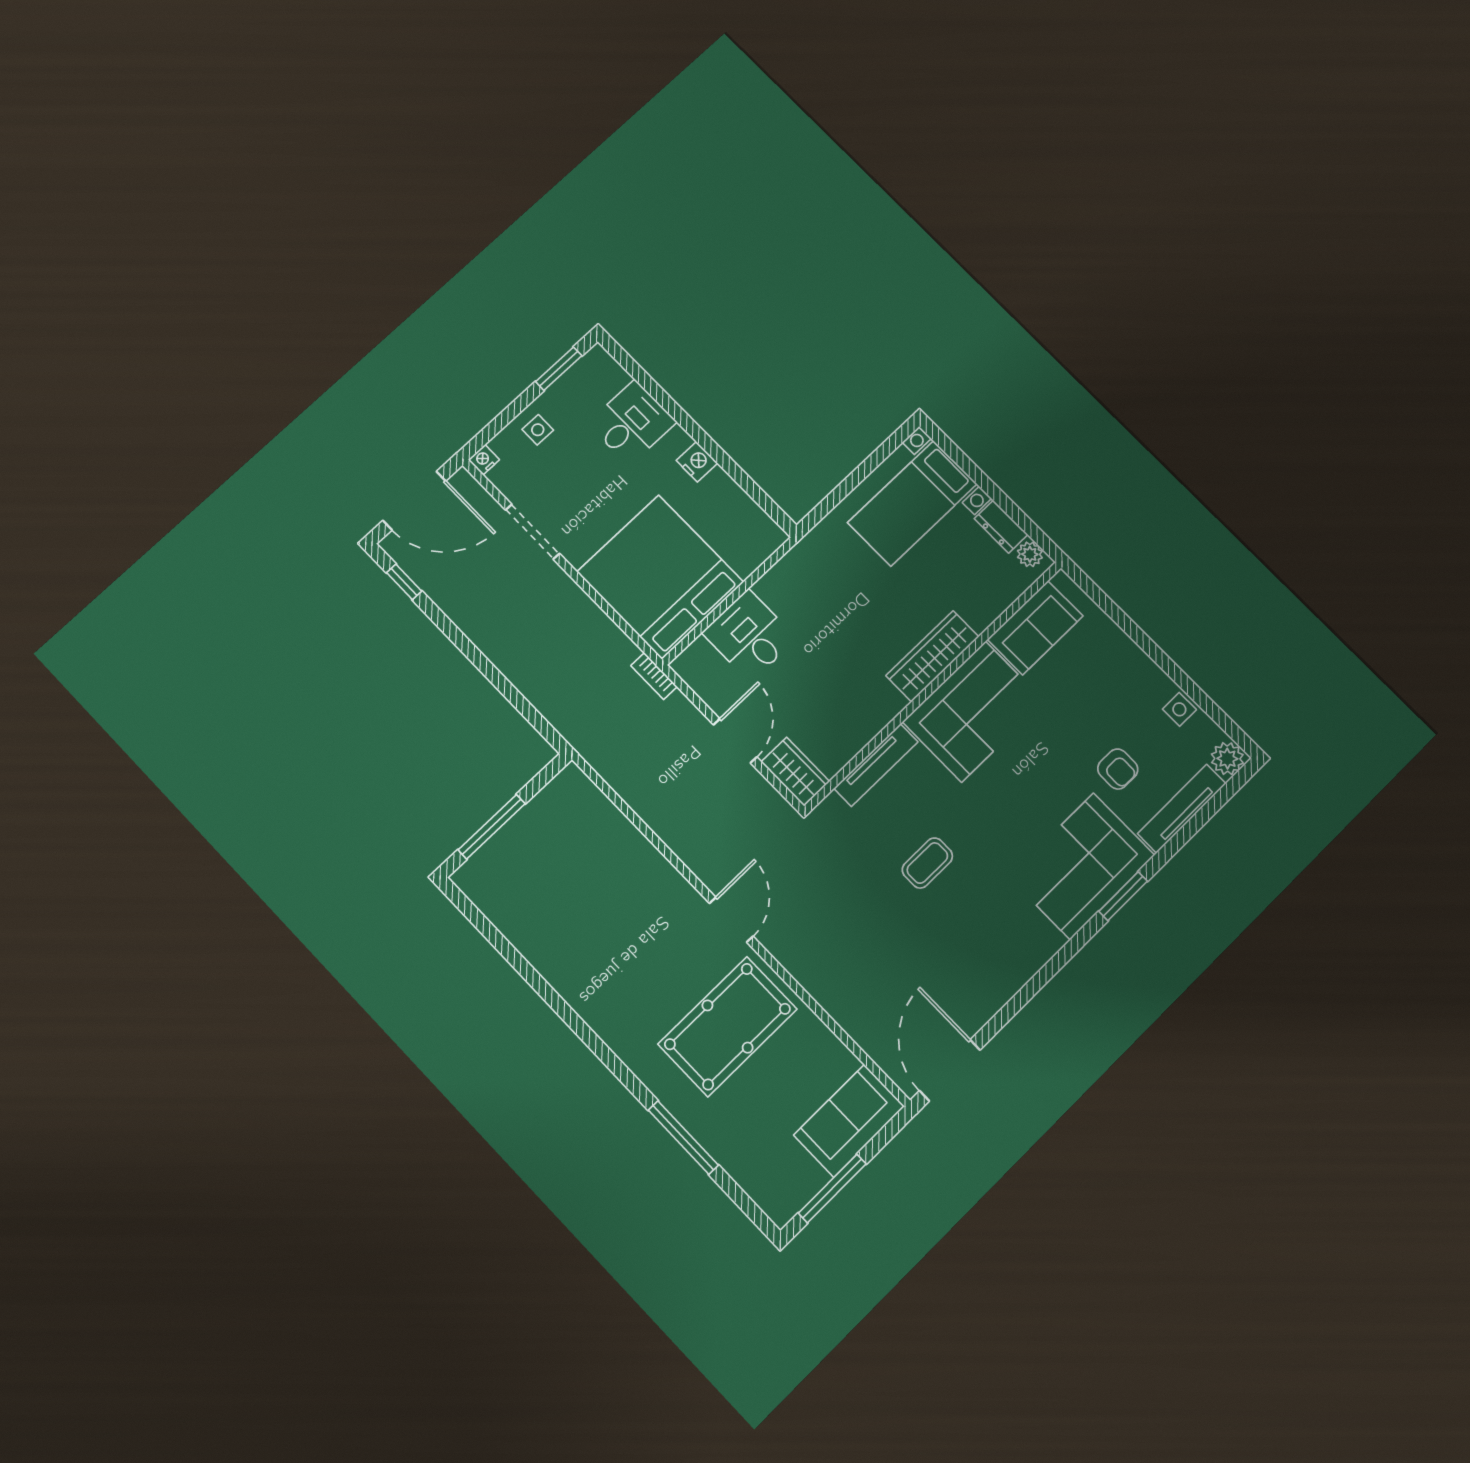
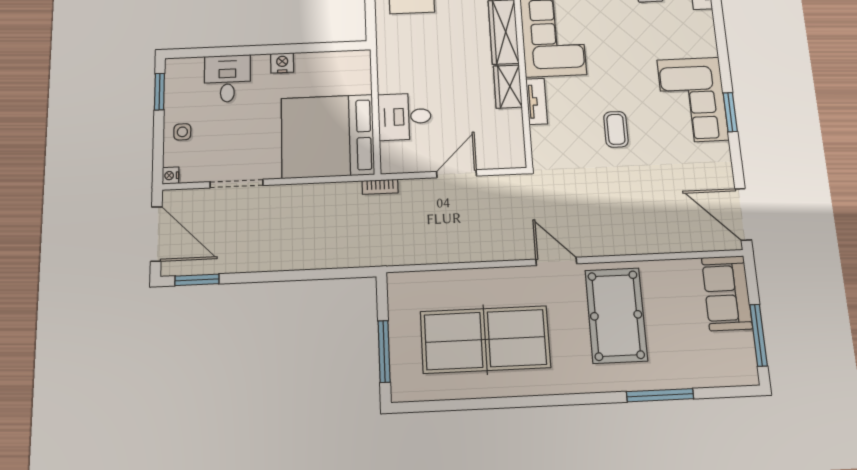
door: (414, 501) -> (156, 234), hinge flipped
window: (404, 582) -> (197, 280), width x1.50
door: (735, 741) -> (457, 174), hinge flipped
tv unit: (876, 765) -> (537, 101), width x0.71
wardrobe: (795, 772) -> (508, 87), moved, turned -90
corner sofa: (1082, 866) -> (693, 100), moved
window: (1123, 896) -> (730, 112), moved
table tennis table: (589, 916) -> (485, 340), added

